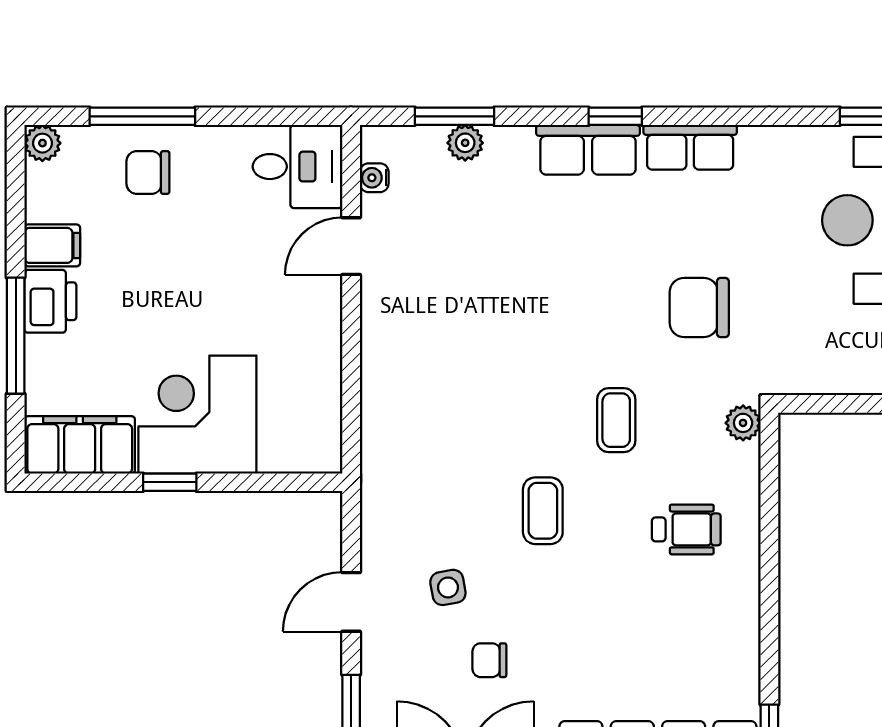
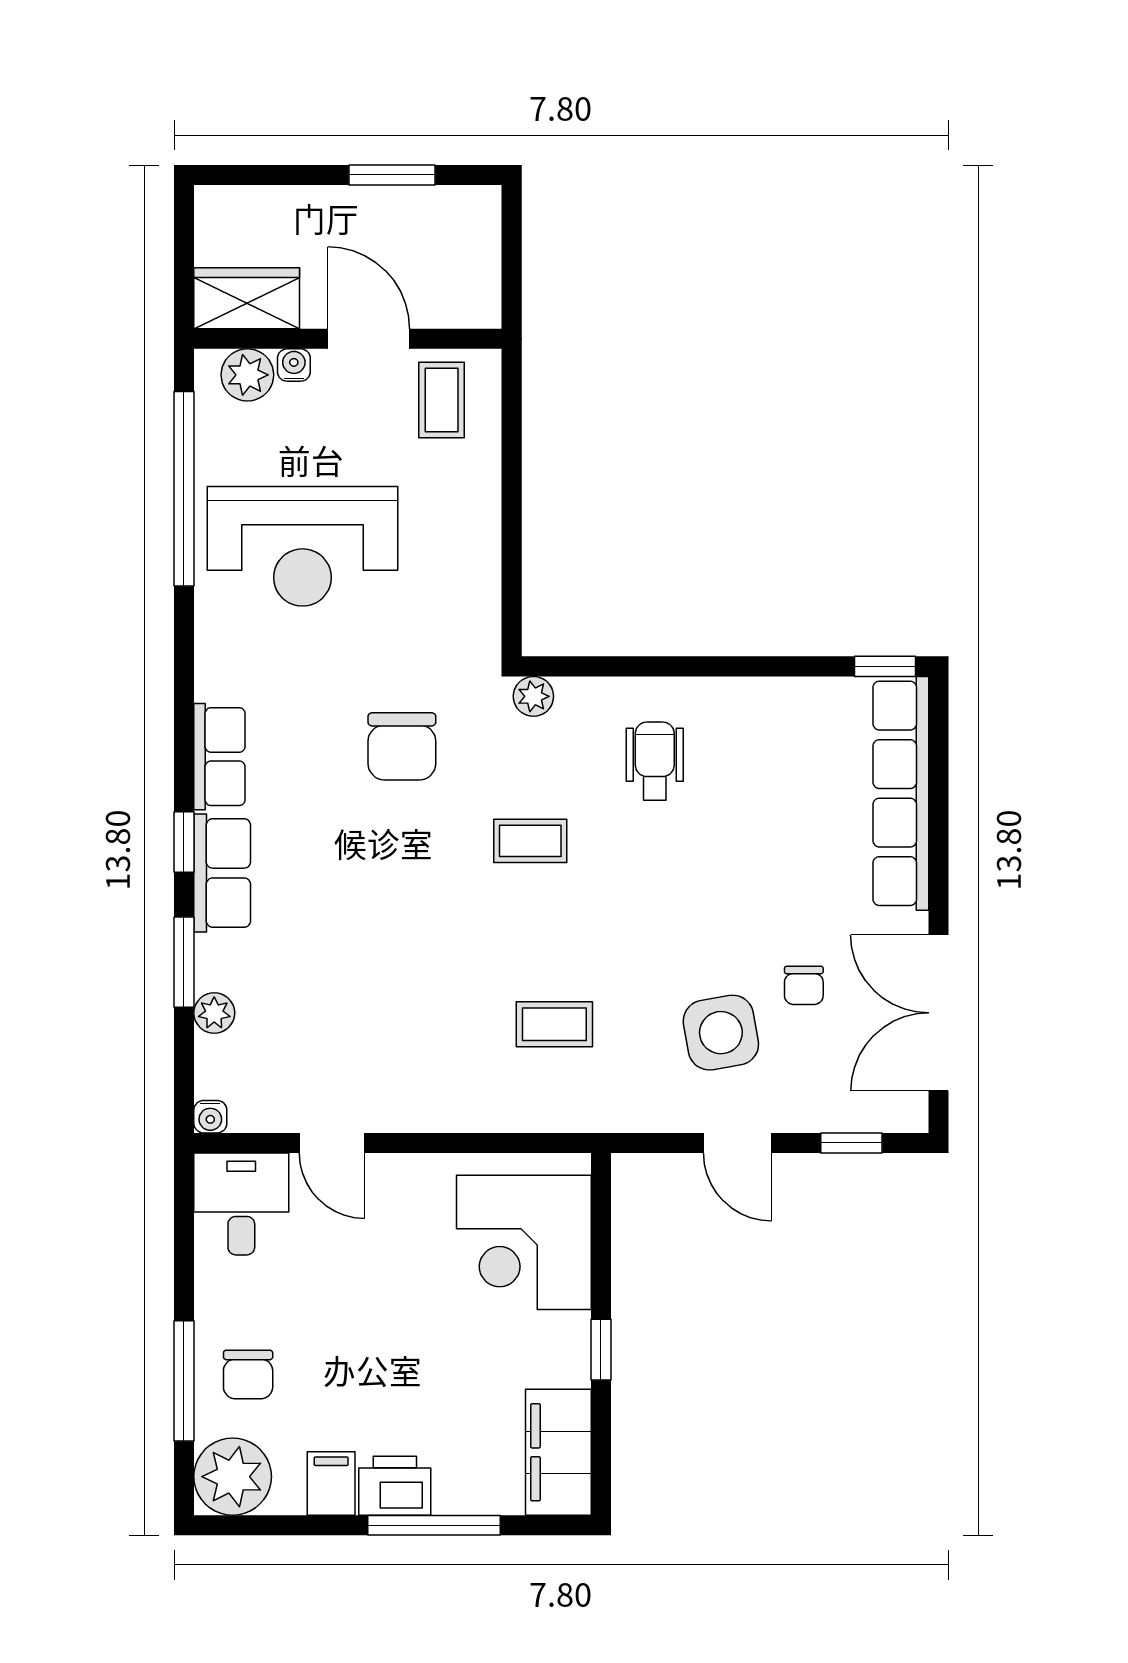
window: (454, 116) -> (184, 962), moved
plant: (42, 143) -> (233, 1477), width x1.88, depth x1.88
water cooler: (374, 178) -> (210, 1117), moved
corner desk: (197, 415) -> (524, 1242), moved
coffee table: (543, 511) -> (554, 1024), moved
side table: (448, 587) -> (721, 1033), width x1.87, depth x1.87

